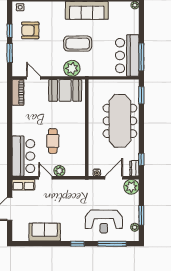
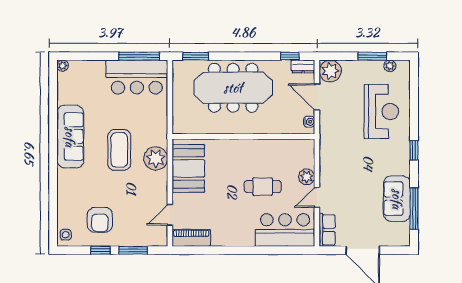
window: (112, 244) -> (414, 209), moved

